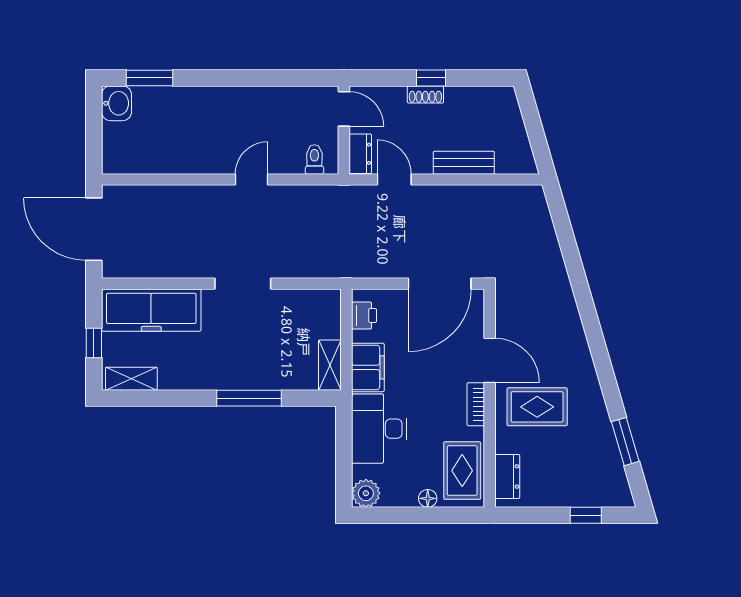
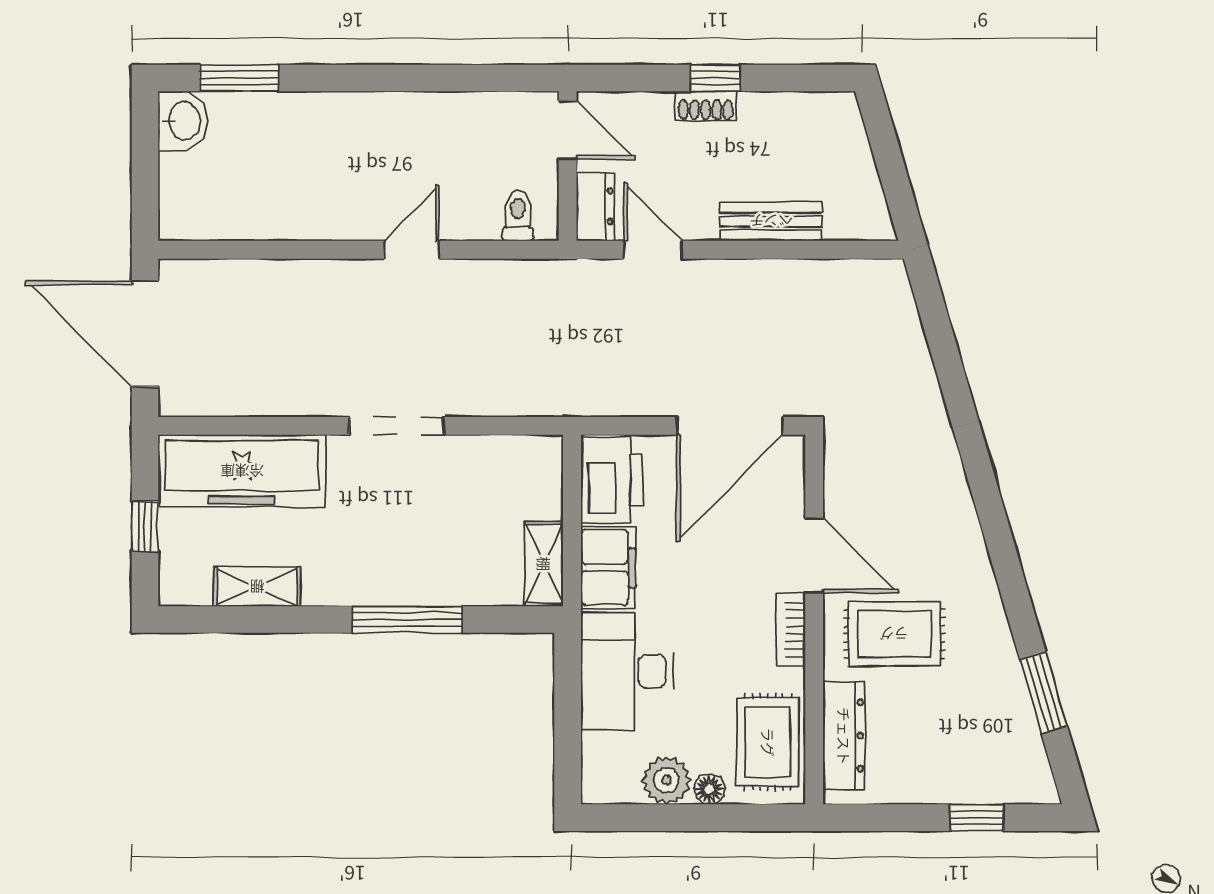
printer: (364, 316) -> (612, 480), width x1.87, depth x1.48
shelving: (131, 379) -> (257, 587), moved
dresser: (507, 476) -> (844, 736), width x1.44
plant: (366, 493) -> (667, 780), moved

